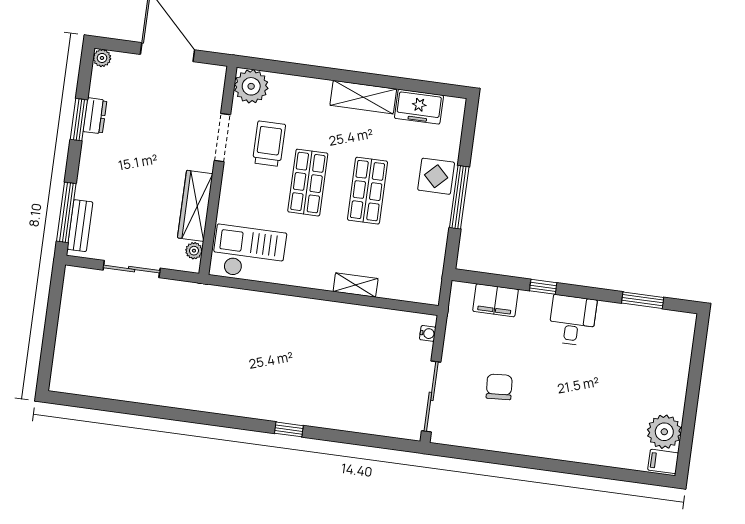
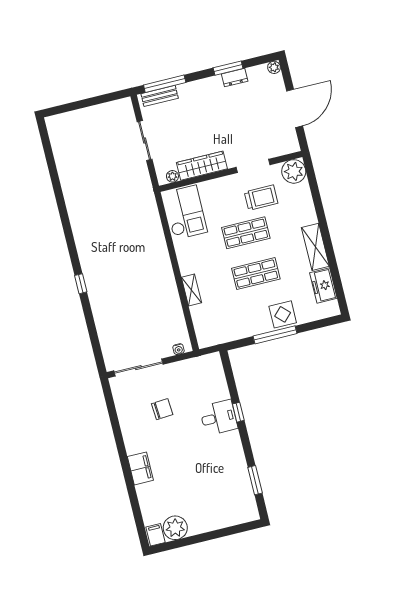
filing cabinet: (496, 300) -> (140, 468), moved, turned 180
desk: (572, 320) -> (219, 418), moved

